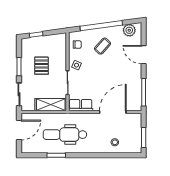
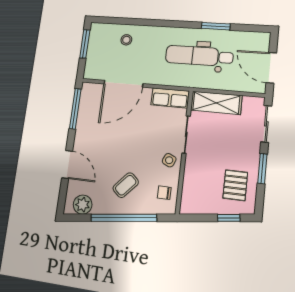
pallet: (41, 66) -> (235, 185), moved
door: (19, 130) -> (271, 68), hinge flipped
dental chair: (65, 135) -> (199, 56), turned 180

